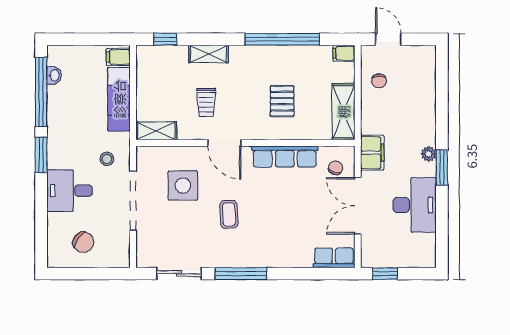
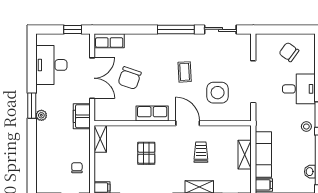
shelving: (343, 112) -> (100, 139), width x0.67, depth x0.75
shelving: (156, 131) -> (245, 155), moved, turned 90
row of seats: (285, 156) -> (152, 114), width x0.68
stool: (107, 159) -> (306, 127), moved
chair: (336, 168) -> (130, 78), moved, width x1.87, depth x1.87
desk: (415, 205) -> (51, 65), moved

